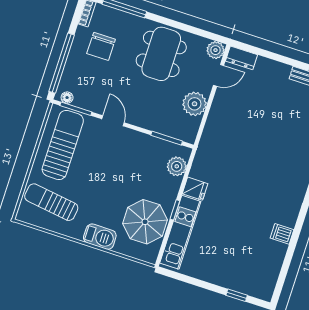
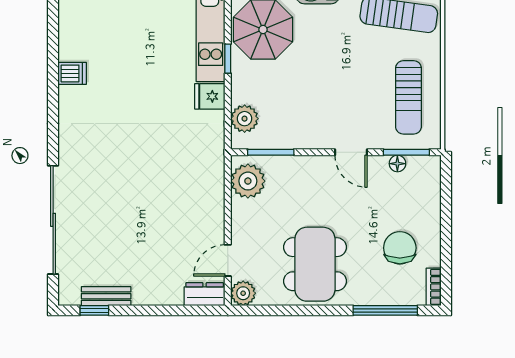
window: (62, 63) -> (446, 208), removed
floor lamp: (67, 98) -> (397, 164), moved
plant: (195, 104) -> (248, 181), moved
sun lounger: (63, 145) -> (408, 97), width x0.73, depth x0.75

